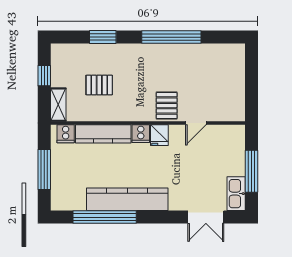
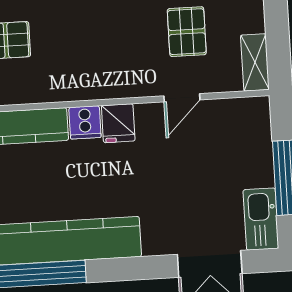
pallet: (167, 106) -> (187, 32), moved
shelving: (238, 106) -> (255, 62), added

